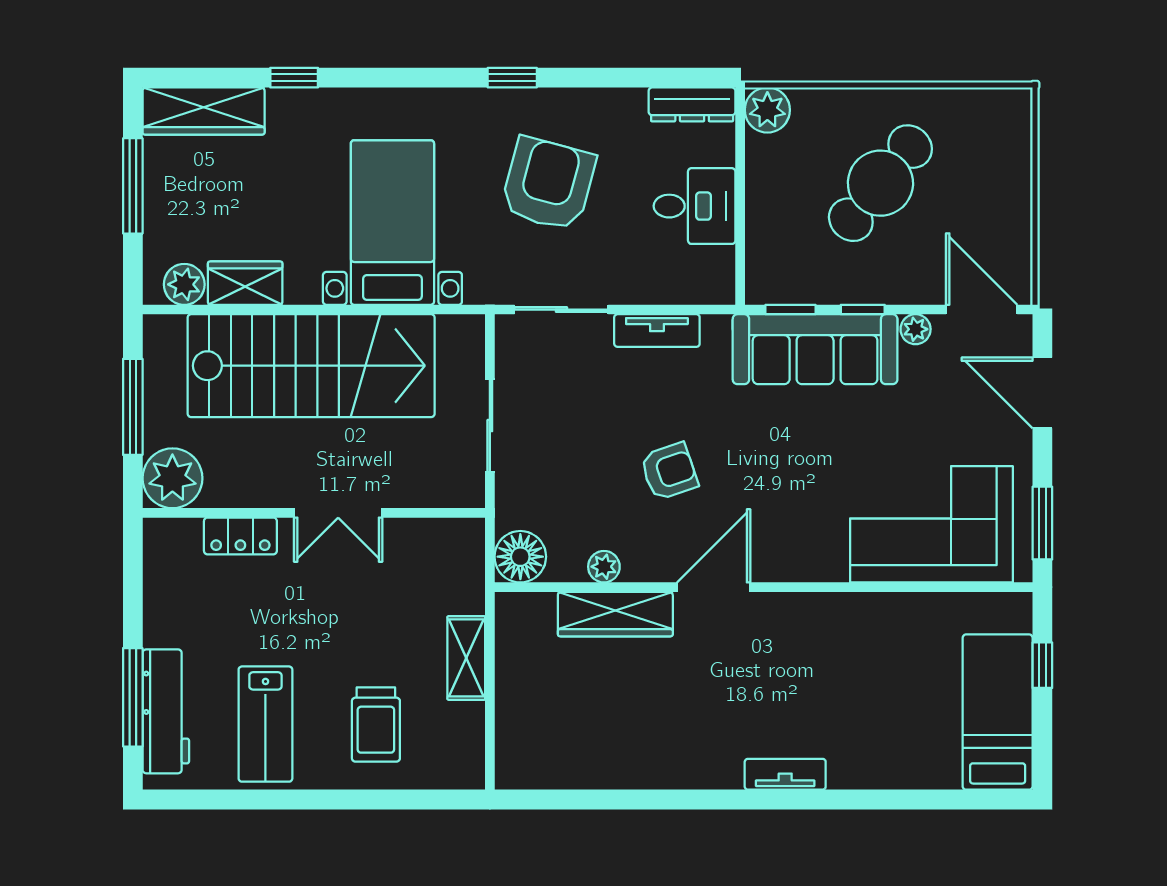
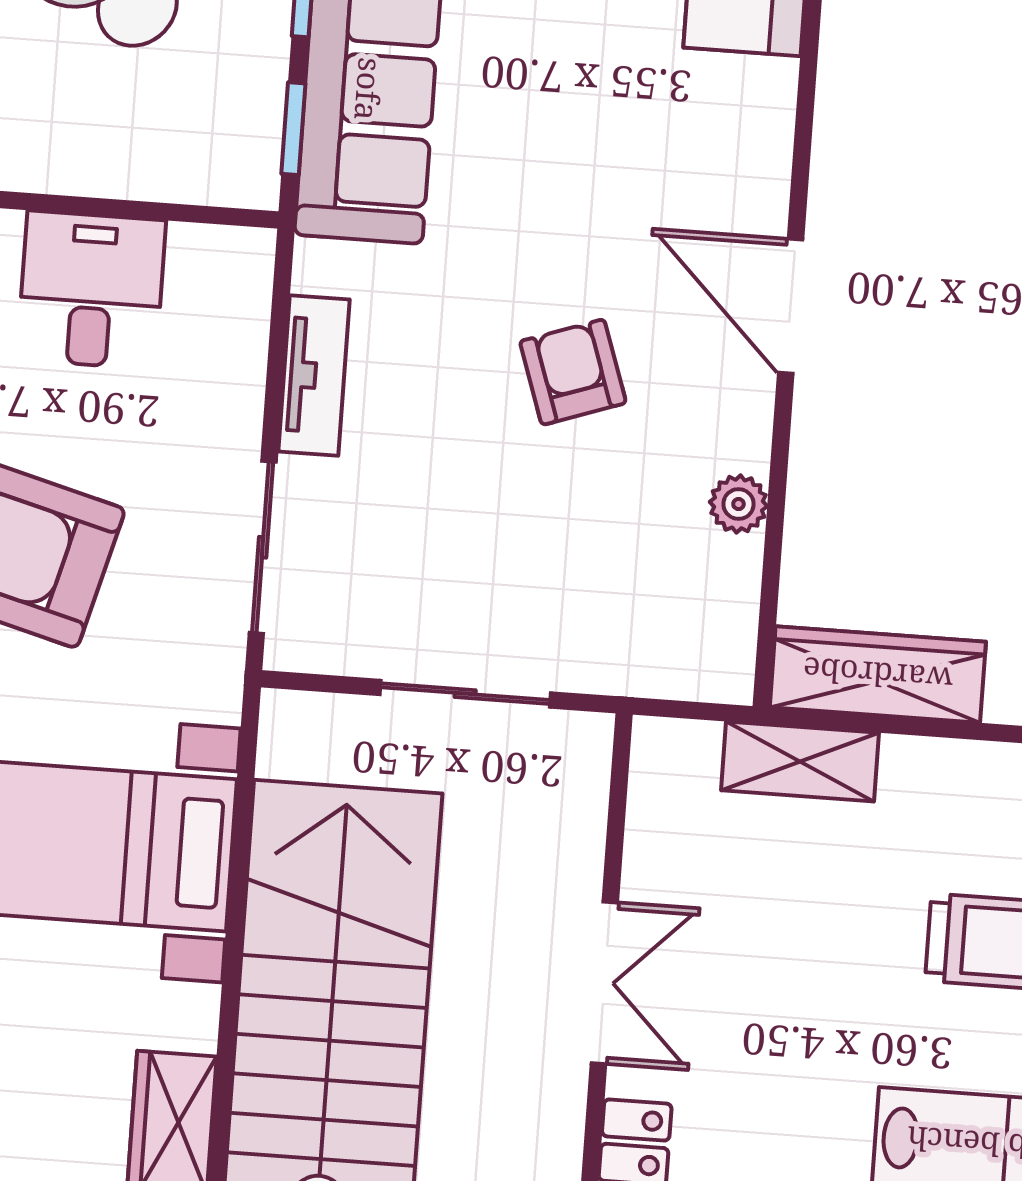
floor lamp: (520, 557) -> (709, 656), removed
wardrobe: (615, 614) -> (878, 675), moved, turned -90
shelving: (466, 658) -> (800, 761), moved

